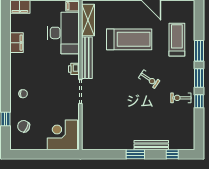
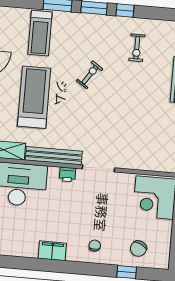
treadmill: (177, 40) -> (40, 33), turned -90
filing cabinet: (16, 43) -> (52, 251), moved
exercise bike: (181, 98) -> (137, 48), moved

